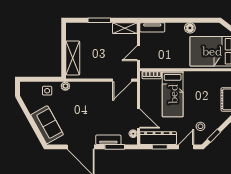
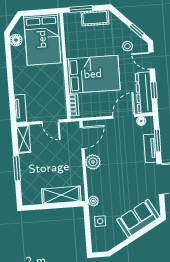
floor lamp: (190, 28) -> (16, 40), moved
door: (122, 80) -> (82, 138), hinge flipped
plant: (100, 88) -> (93, 162), added
bed: (173, 94) -> (93, 74), width x1.50

